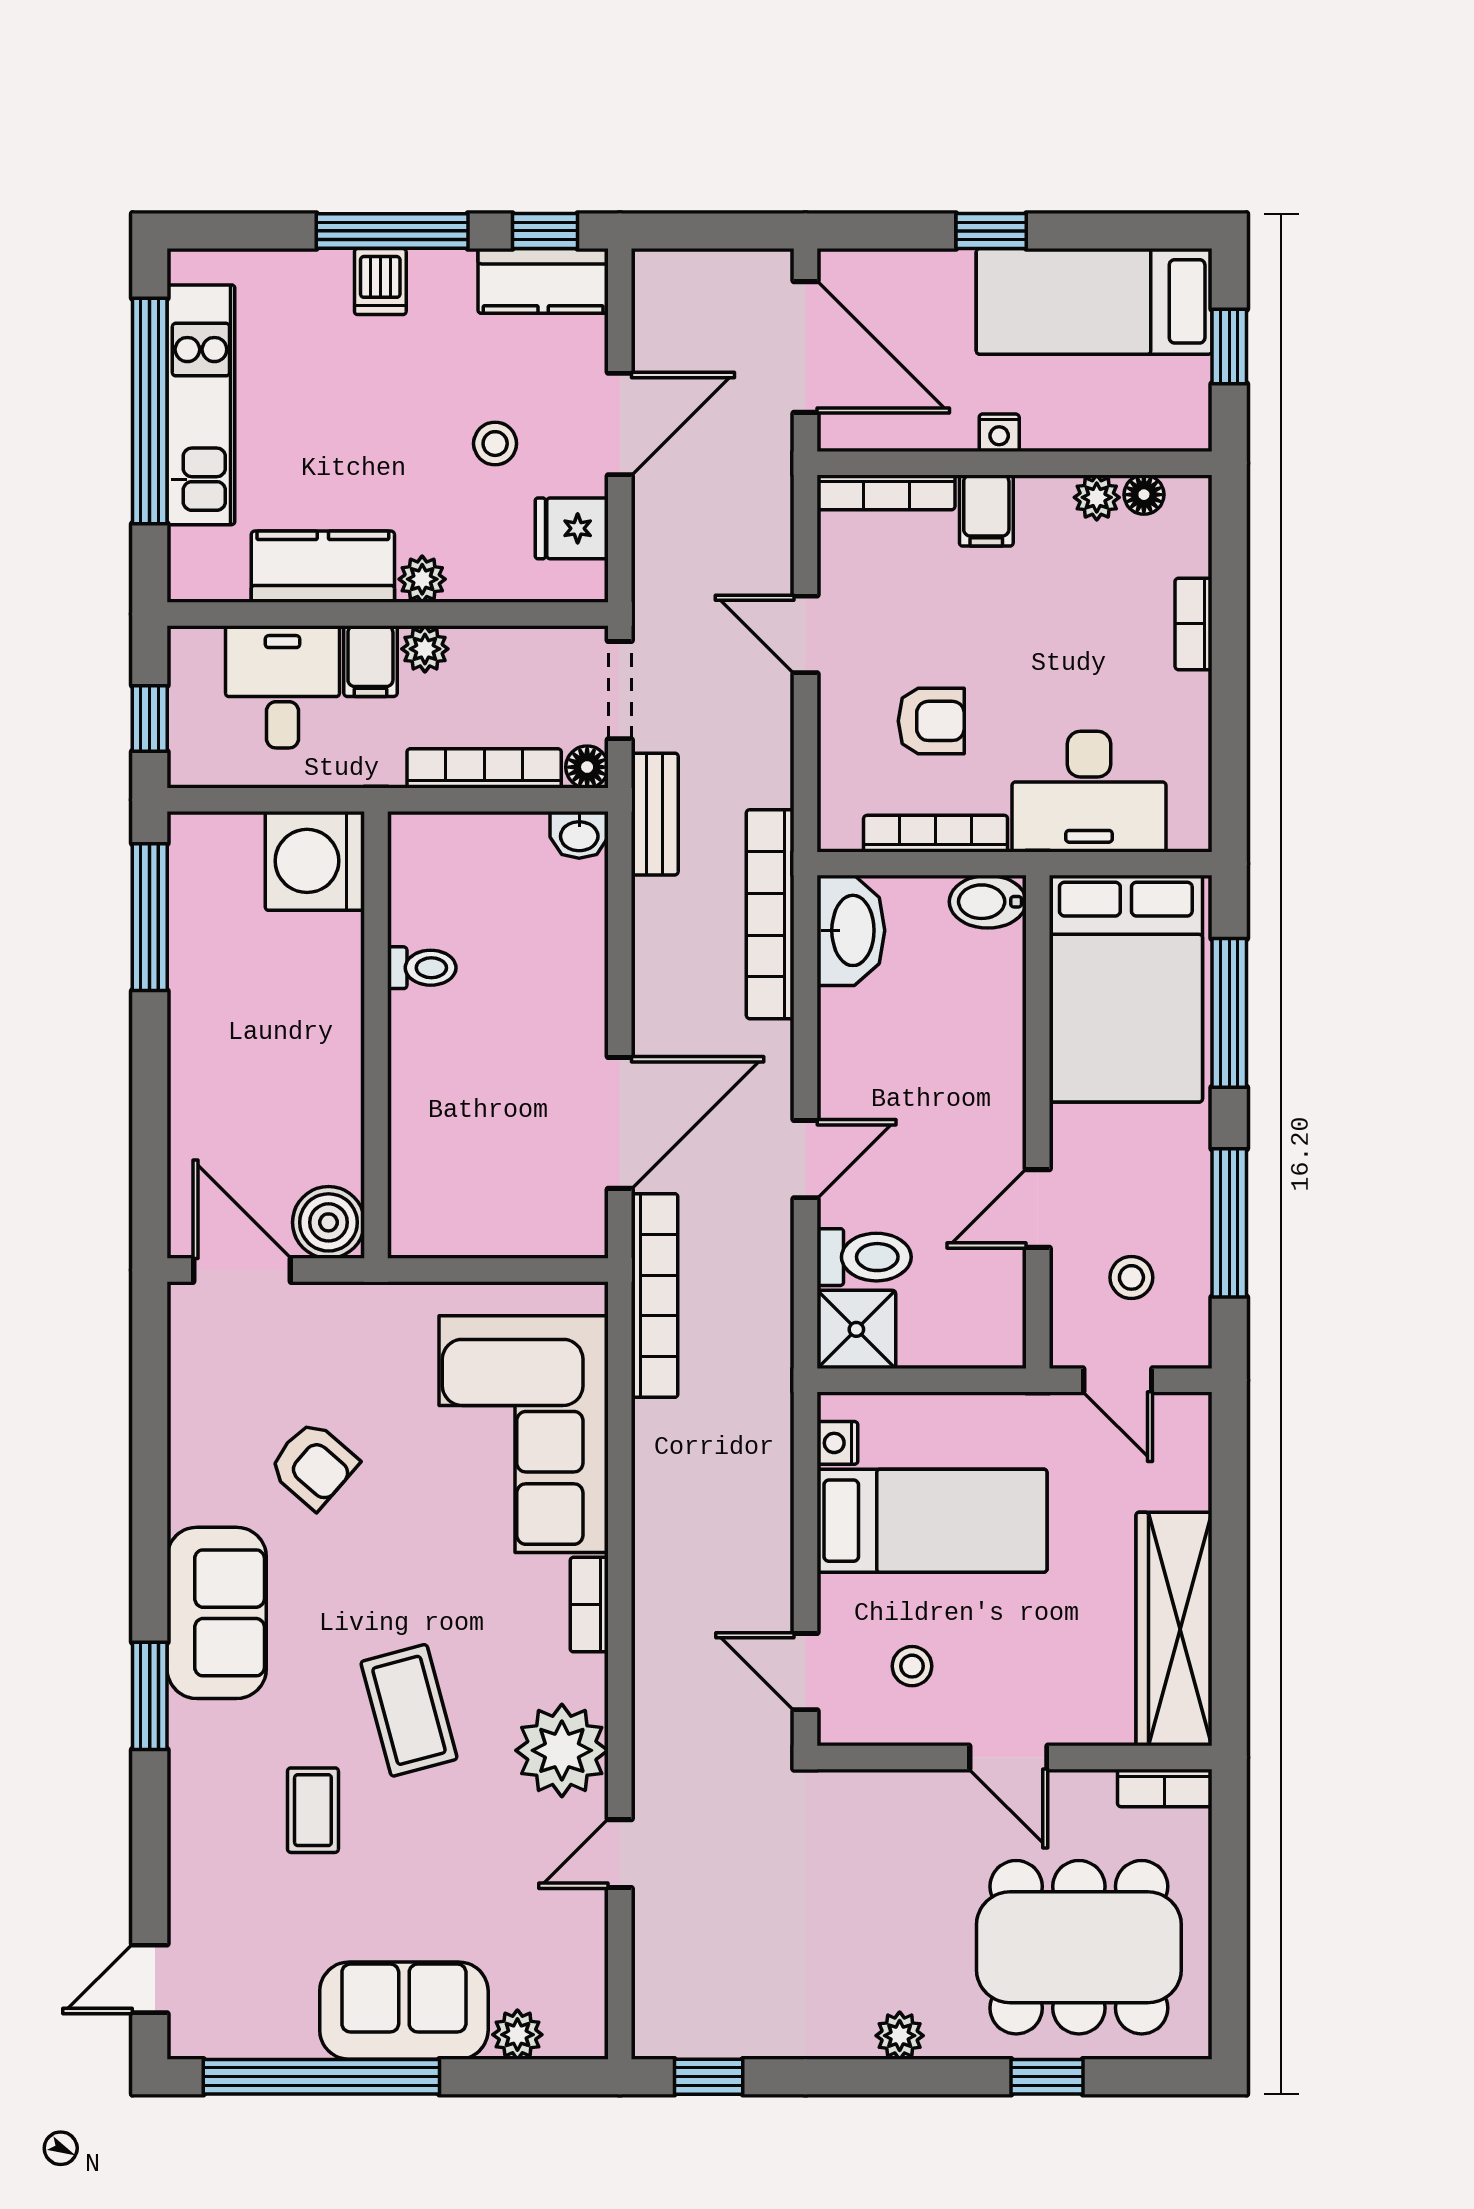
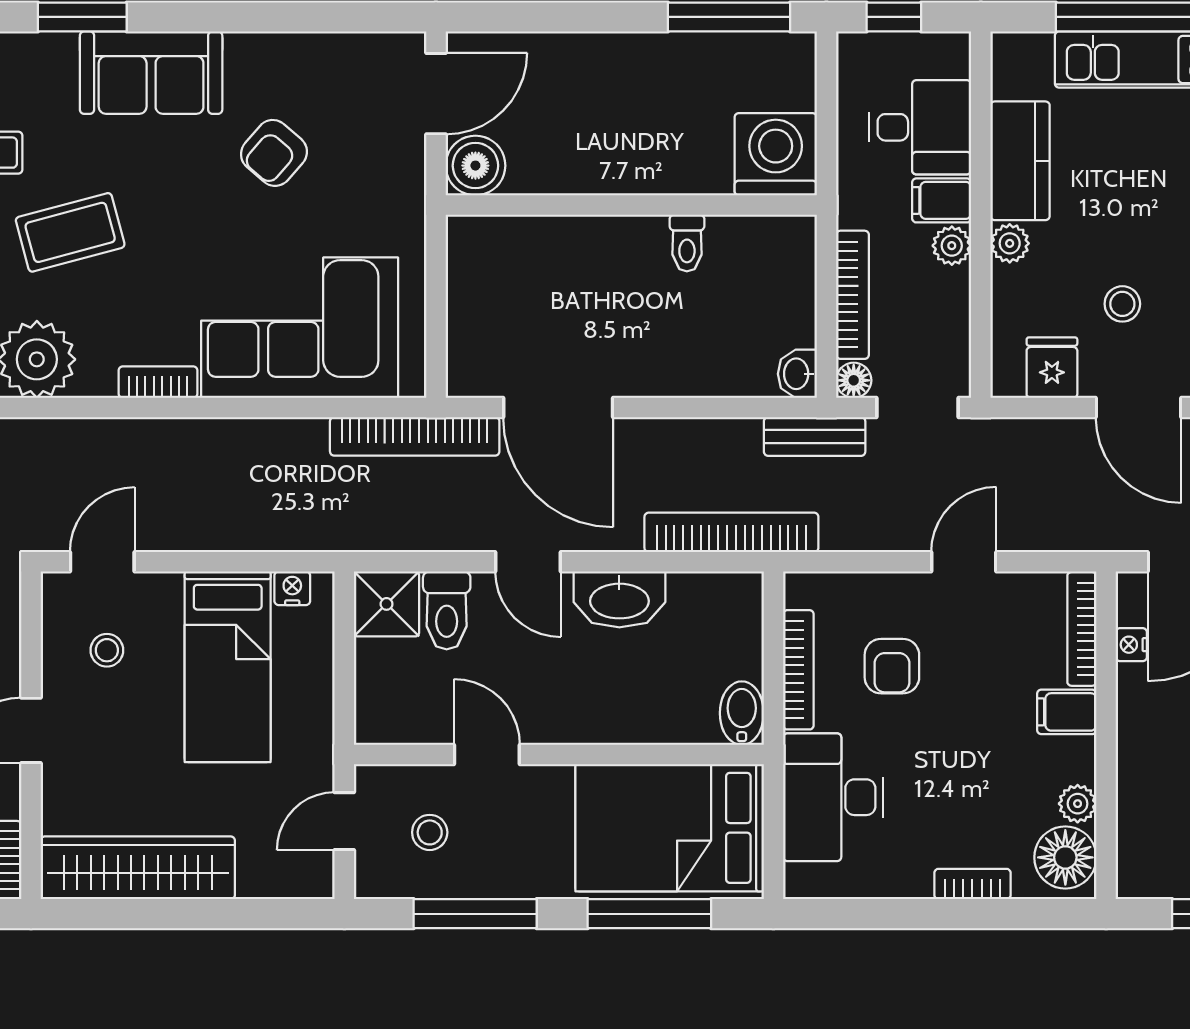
nightstand: (999, 433) -> (1131, 645), moved
floor lamp: (1144, 495) -> (1065, 857), width x1.89, depth x1.89
washbasin: (851, 930) -> (619, 599), moved

